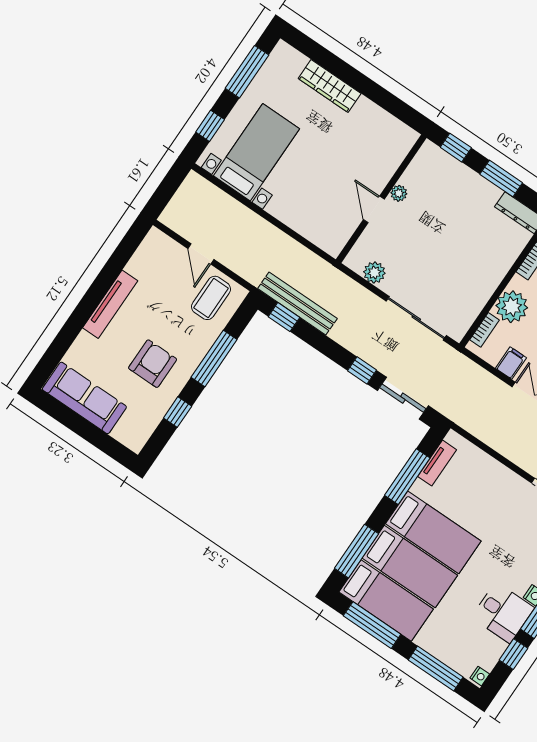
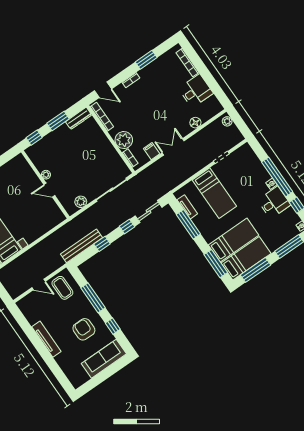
window: (284, 317) -> (102, 244), moved
sofa: (84, 398) -> (104, 359), moved
bed: (433, 532) -> (214, 193), moved, turned 90

